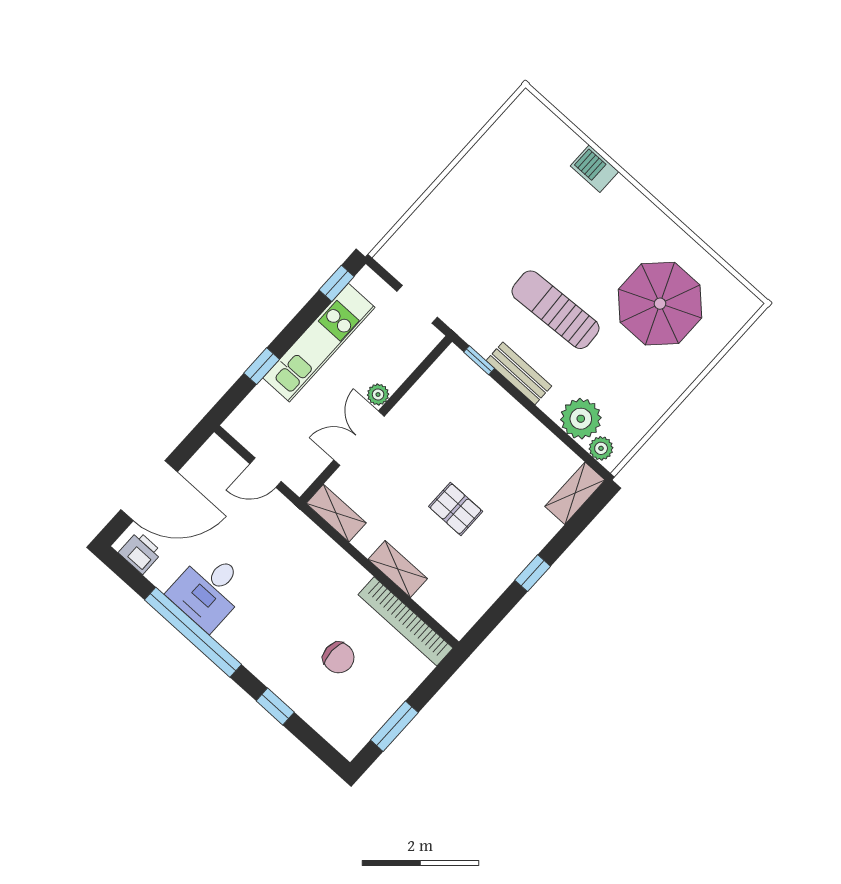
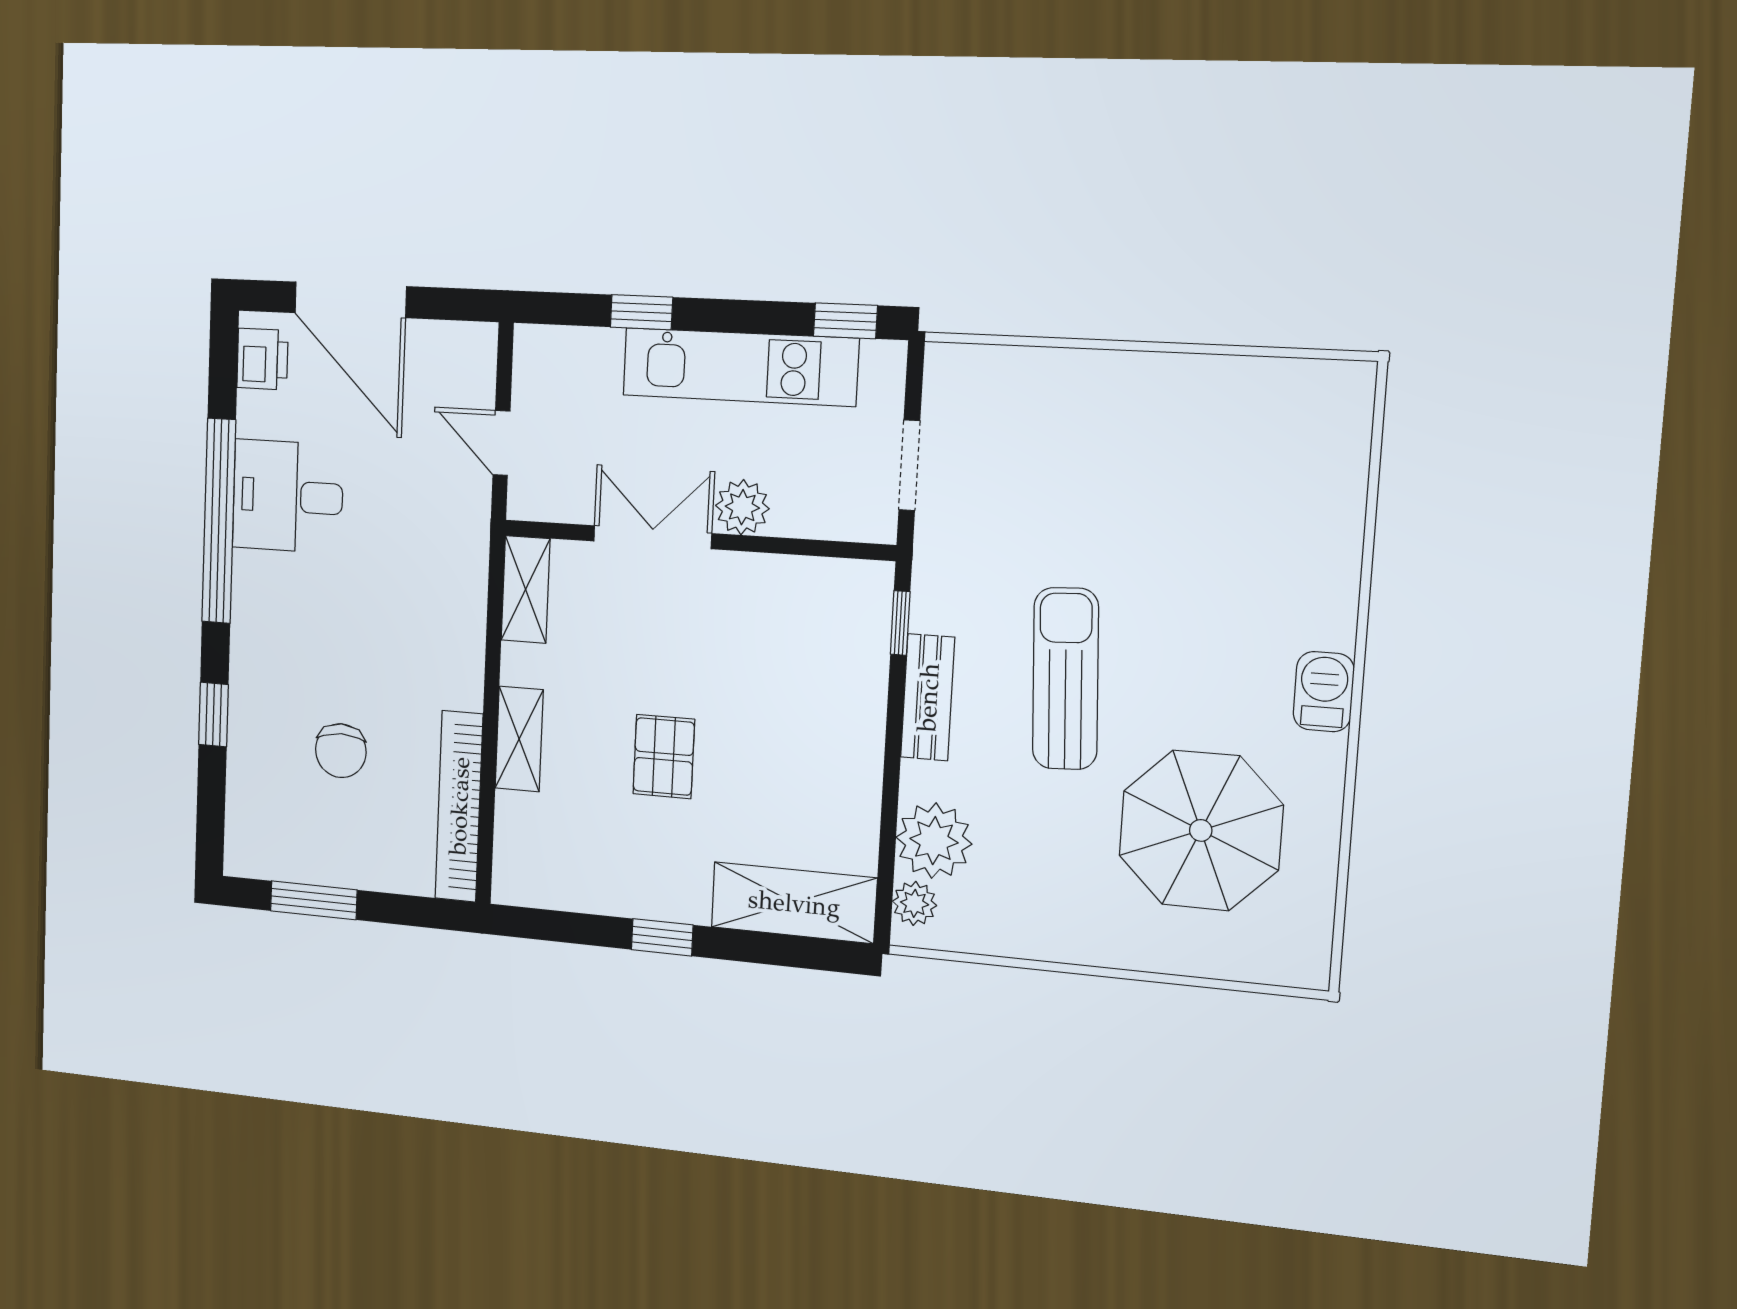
barbecue: (595, 169) -> (1324, 692), moved
plant: (378, 394) -> (742, 507), width x1.38, depth x1.38
shelving: (575, 493) -> (794, 903), width x1.50, depth x1.33

